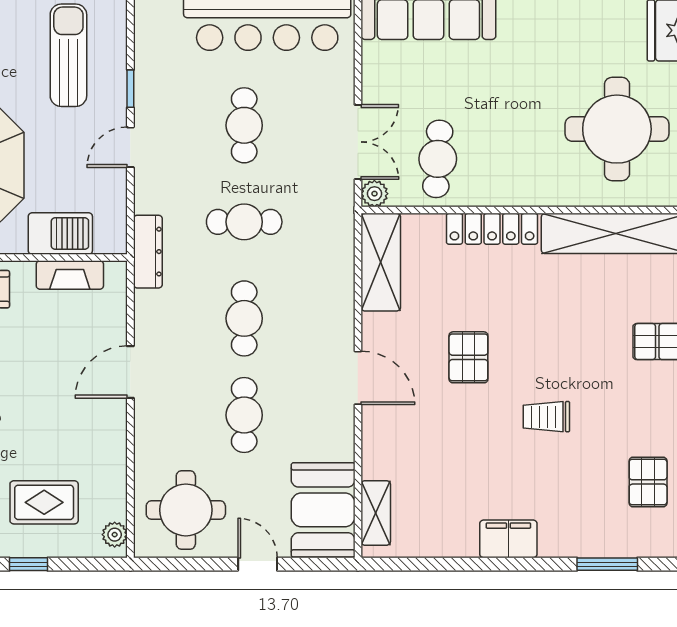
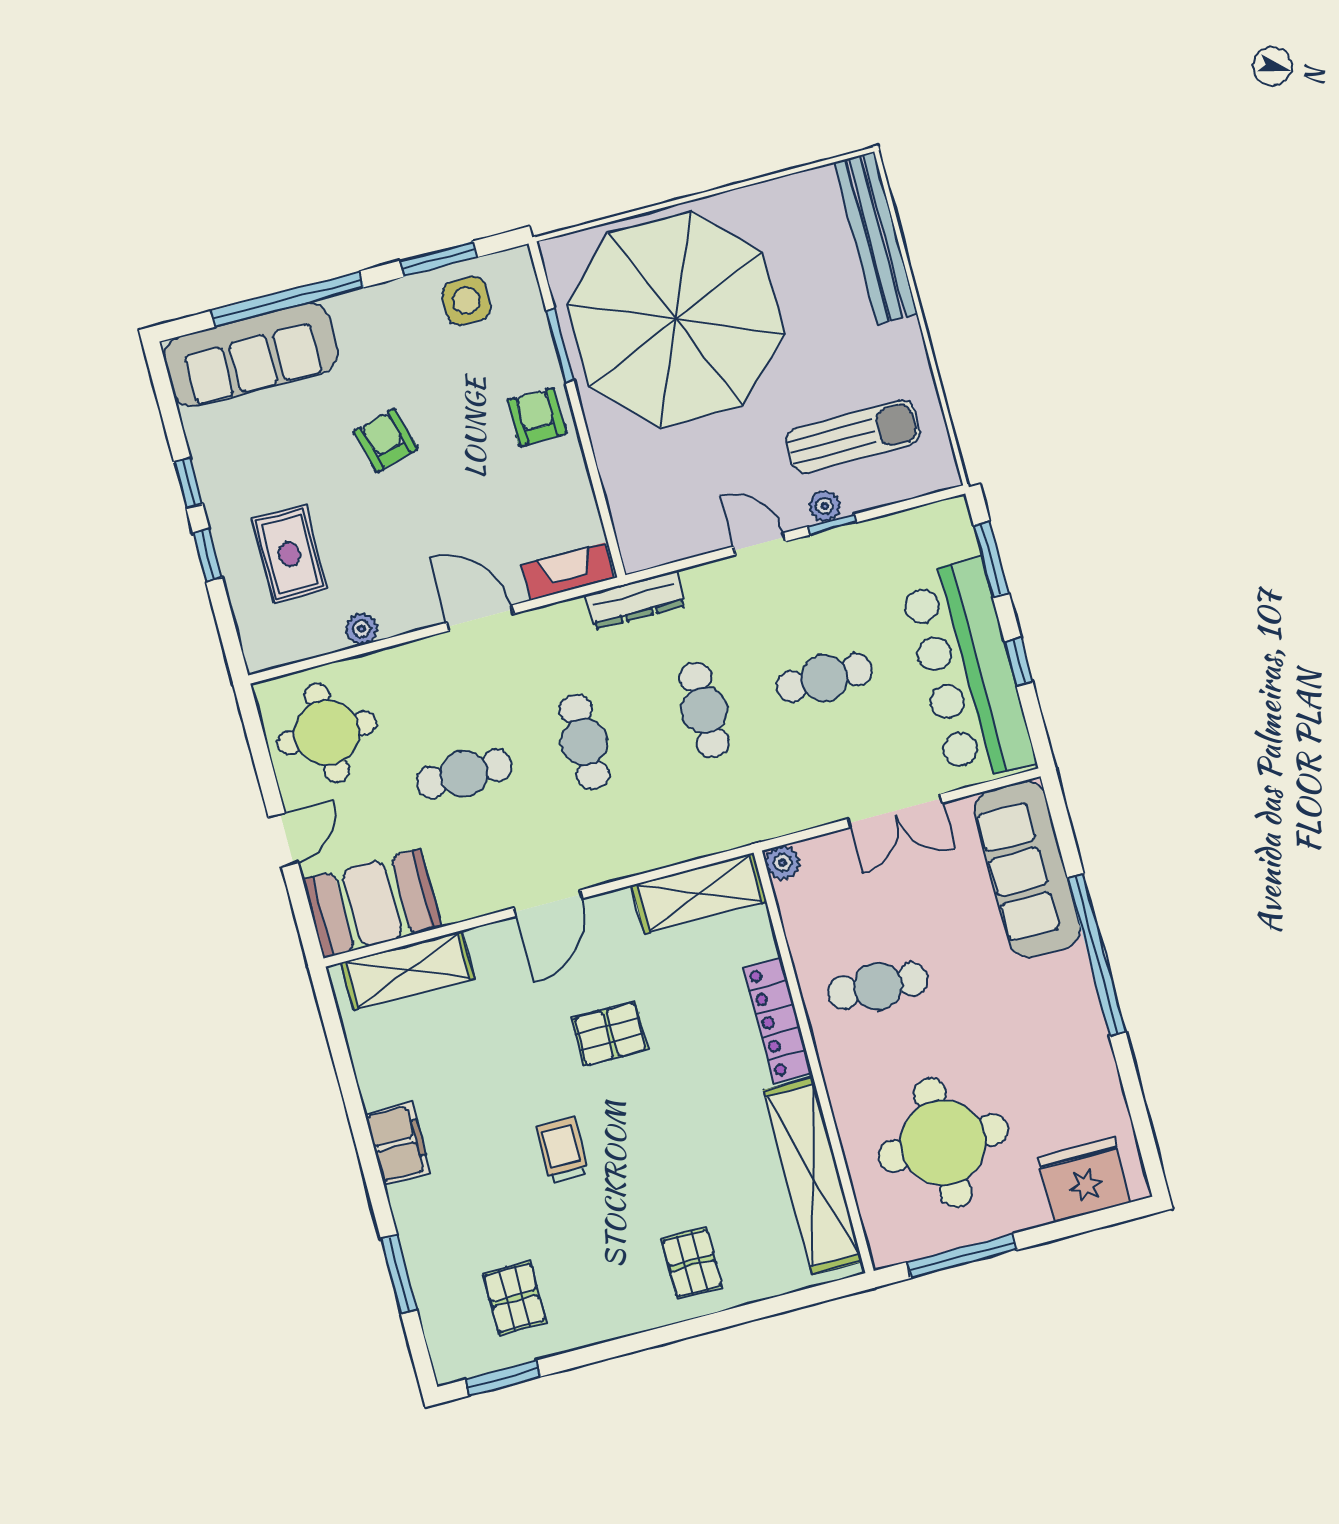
plant: (115, 91) -> (825, 506), added
double door: (358, 142) -> (895, 811), moved
cafe table: (438, 159) -> (878, 986), moved
barbecue: (60, 234) -> (629, 485), removed
fireplace: (70, 275) -> (568, 572), moved, turned 90
cafe table: (244, 318) -> (584, 742), turned 90
pallet: (648, 482) -> (515, 1298), turned 90
shelving: (376, 513) -> (408, 970), width x1.50, depth x1.33
plant: (115, 535) -> (361, 629), moved

